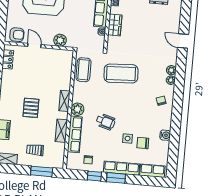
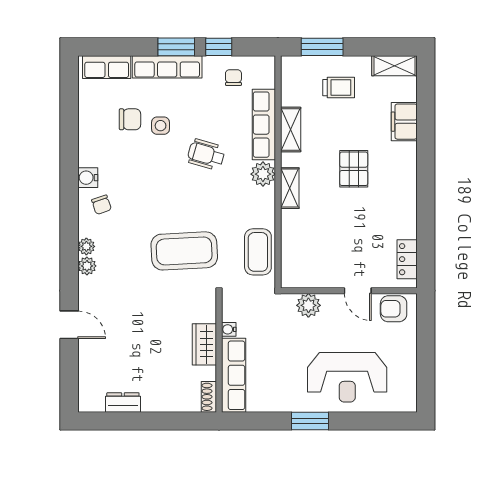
water cooler: (165, 135) -> (88, 178), moved

